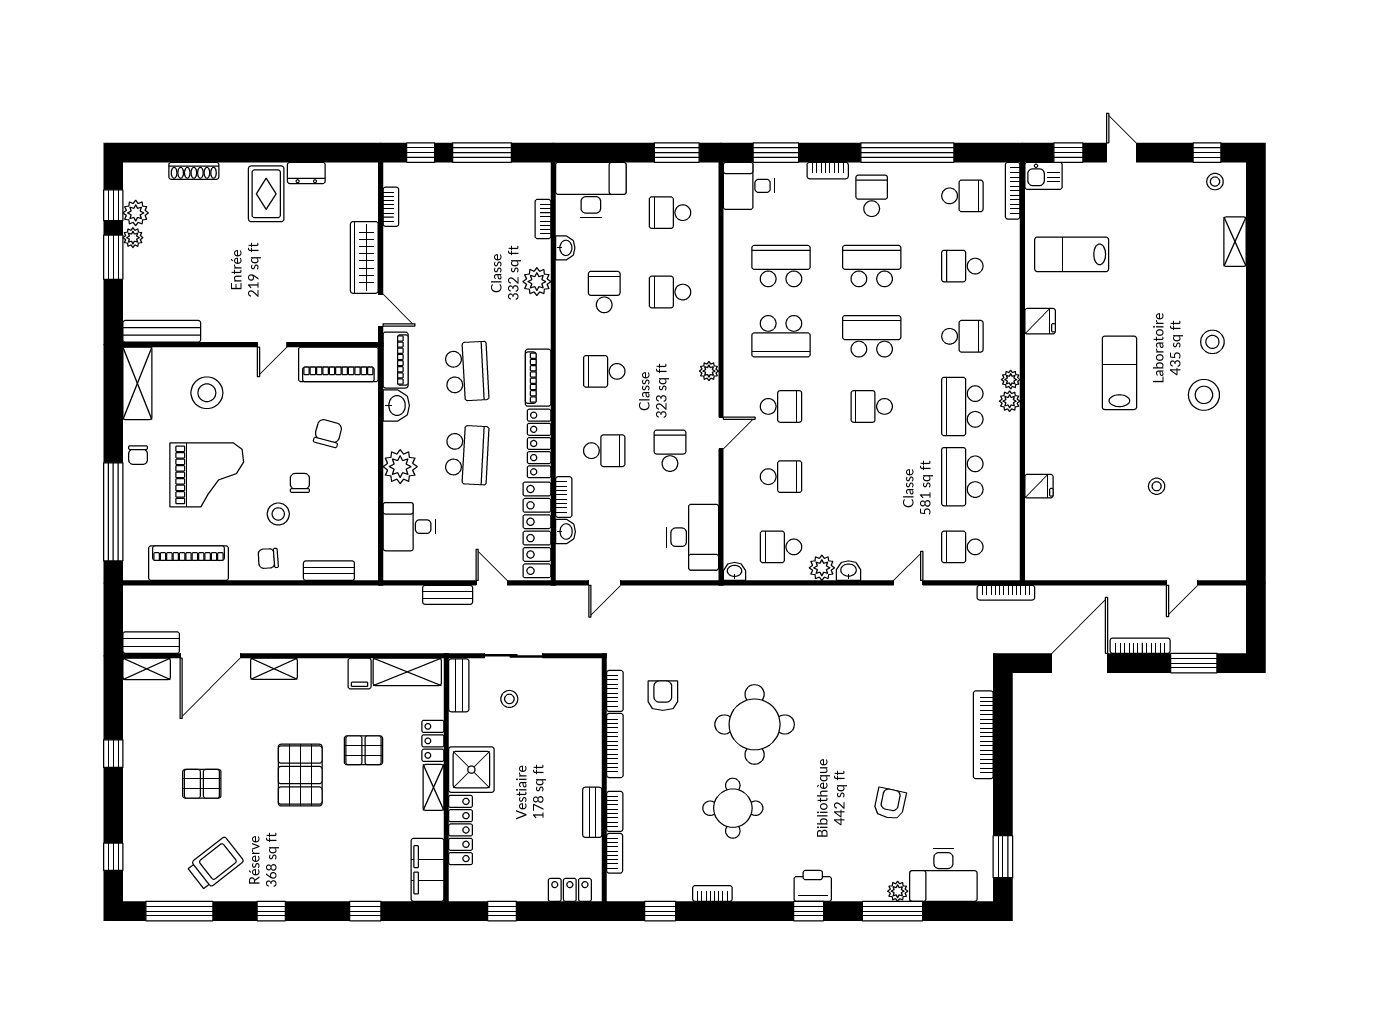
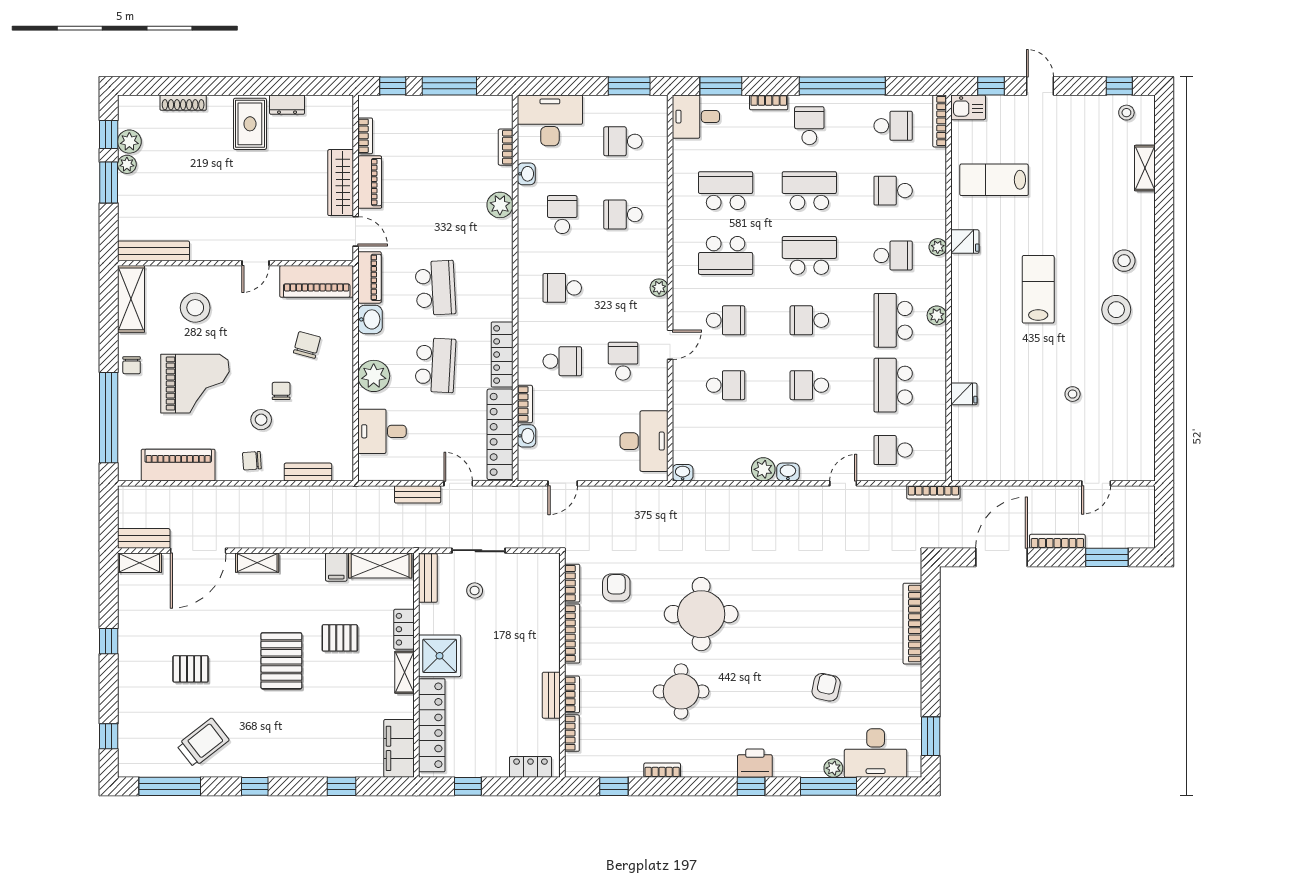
piano: (538, 378) -> (370, 182), moved, turned 180
plant: (1011, 380) -> (938, 247), moved
school desk: (781, 547) -> (809, 385), moved
locker: (461, 830) -> (432, 725), width x1.41, depth x1.21

